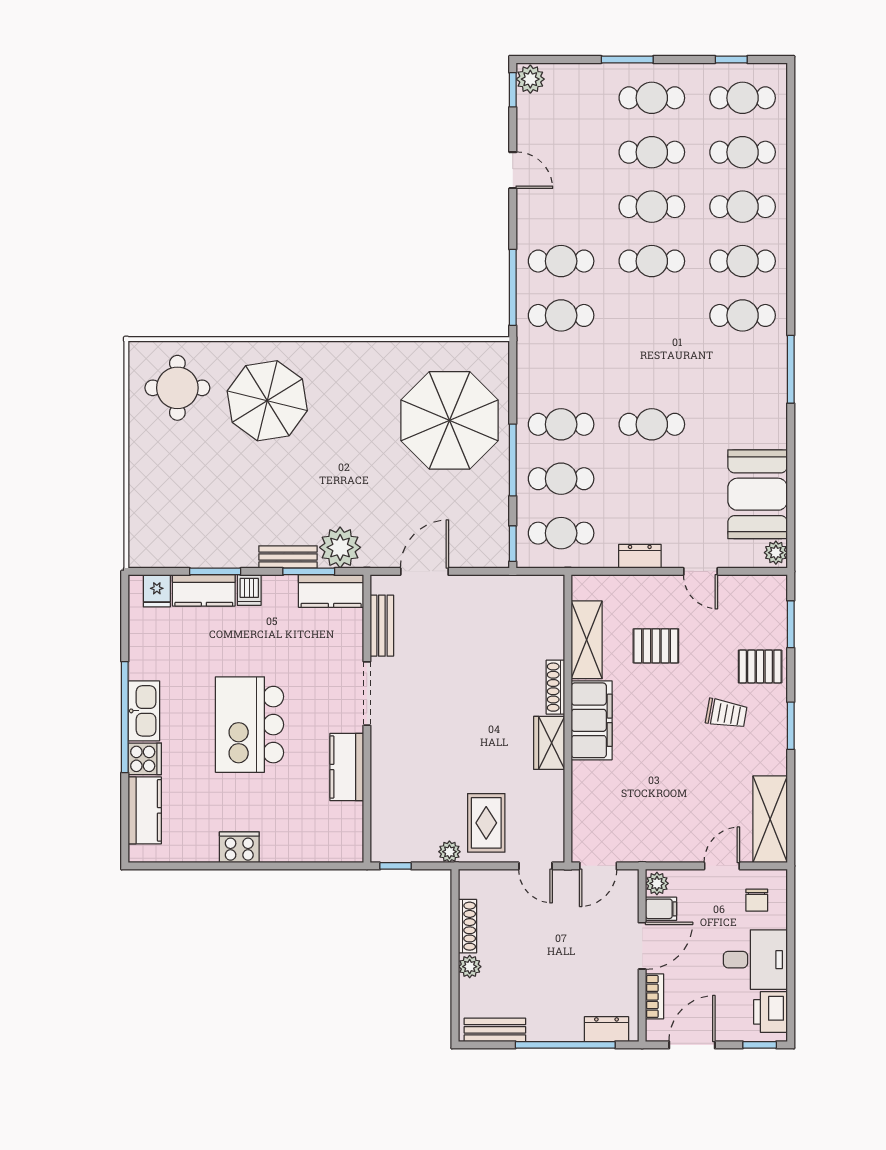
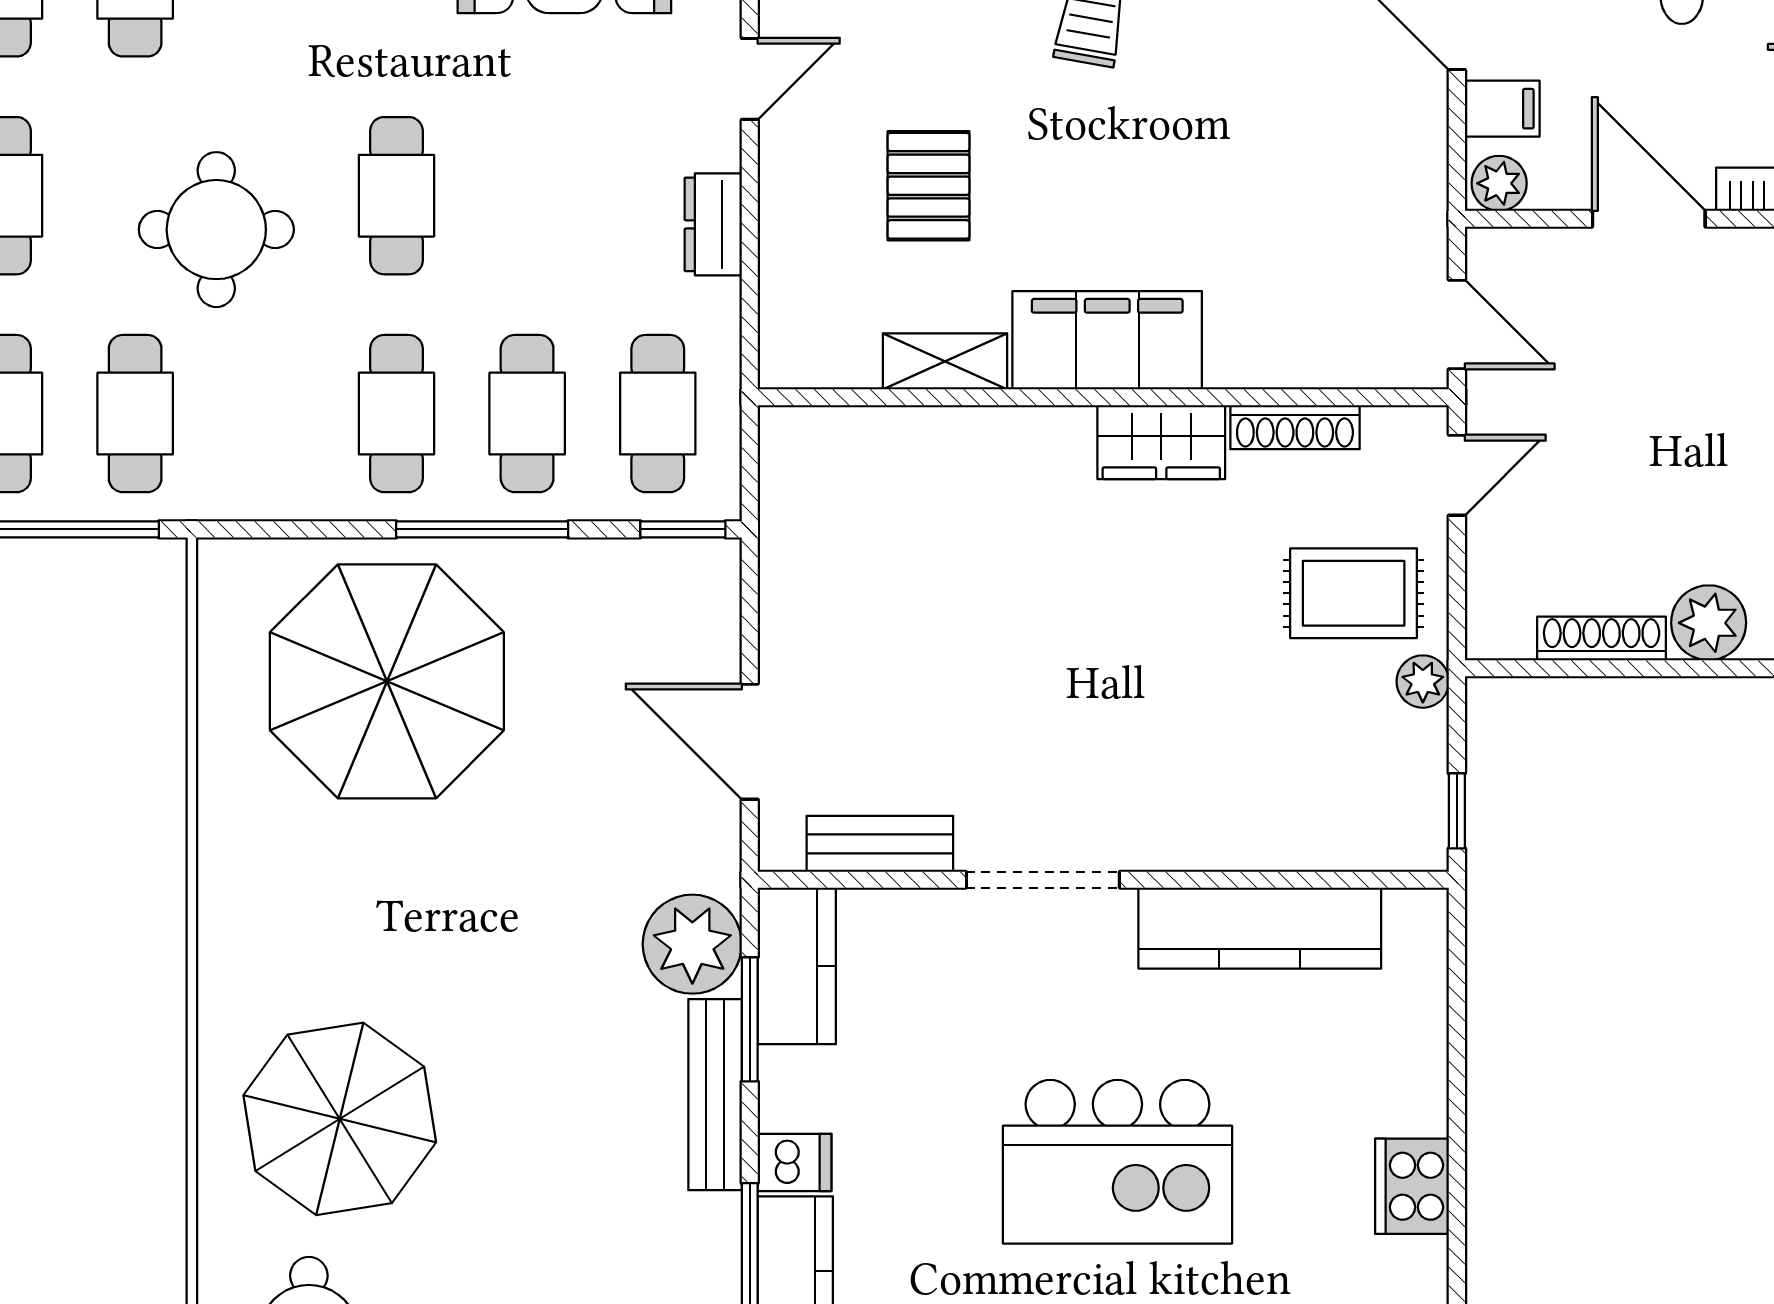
round table: (638, 349) -> (216, 230), added
bench: (288, 557) -> (715, 1095), width x1.36
shelving: (587, 640) -> (945, 361), width x0.67, depth x0.75
shoe rack: (555, 687) -> (1295, 427), moved
kitchen counter: (347, 767) -> (1260, 928), width x1.50
filing cabinet: (661, 909) -> (1502, 109), moved, turned 90
plant: (470, 967) -> (1709, 623), width x1.38, depth x1.38

